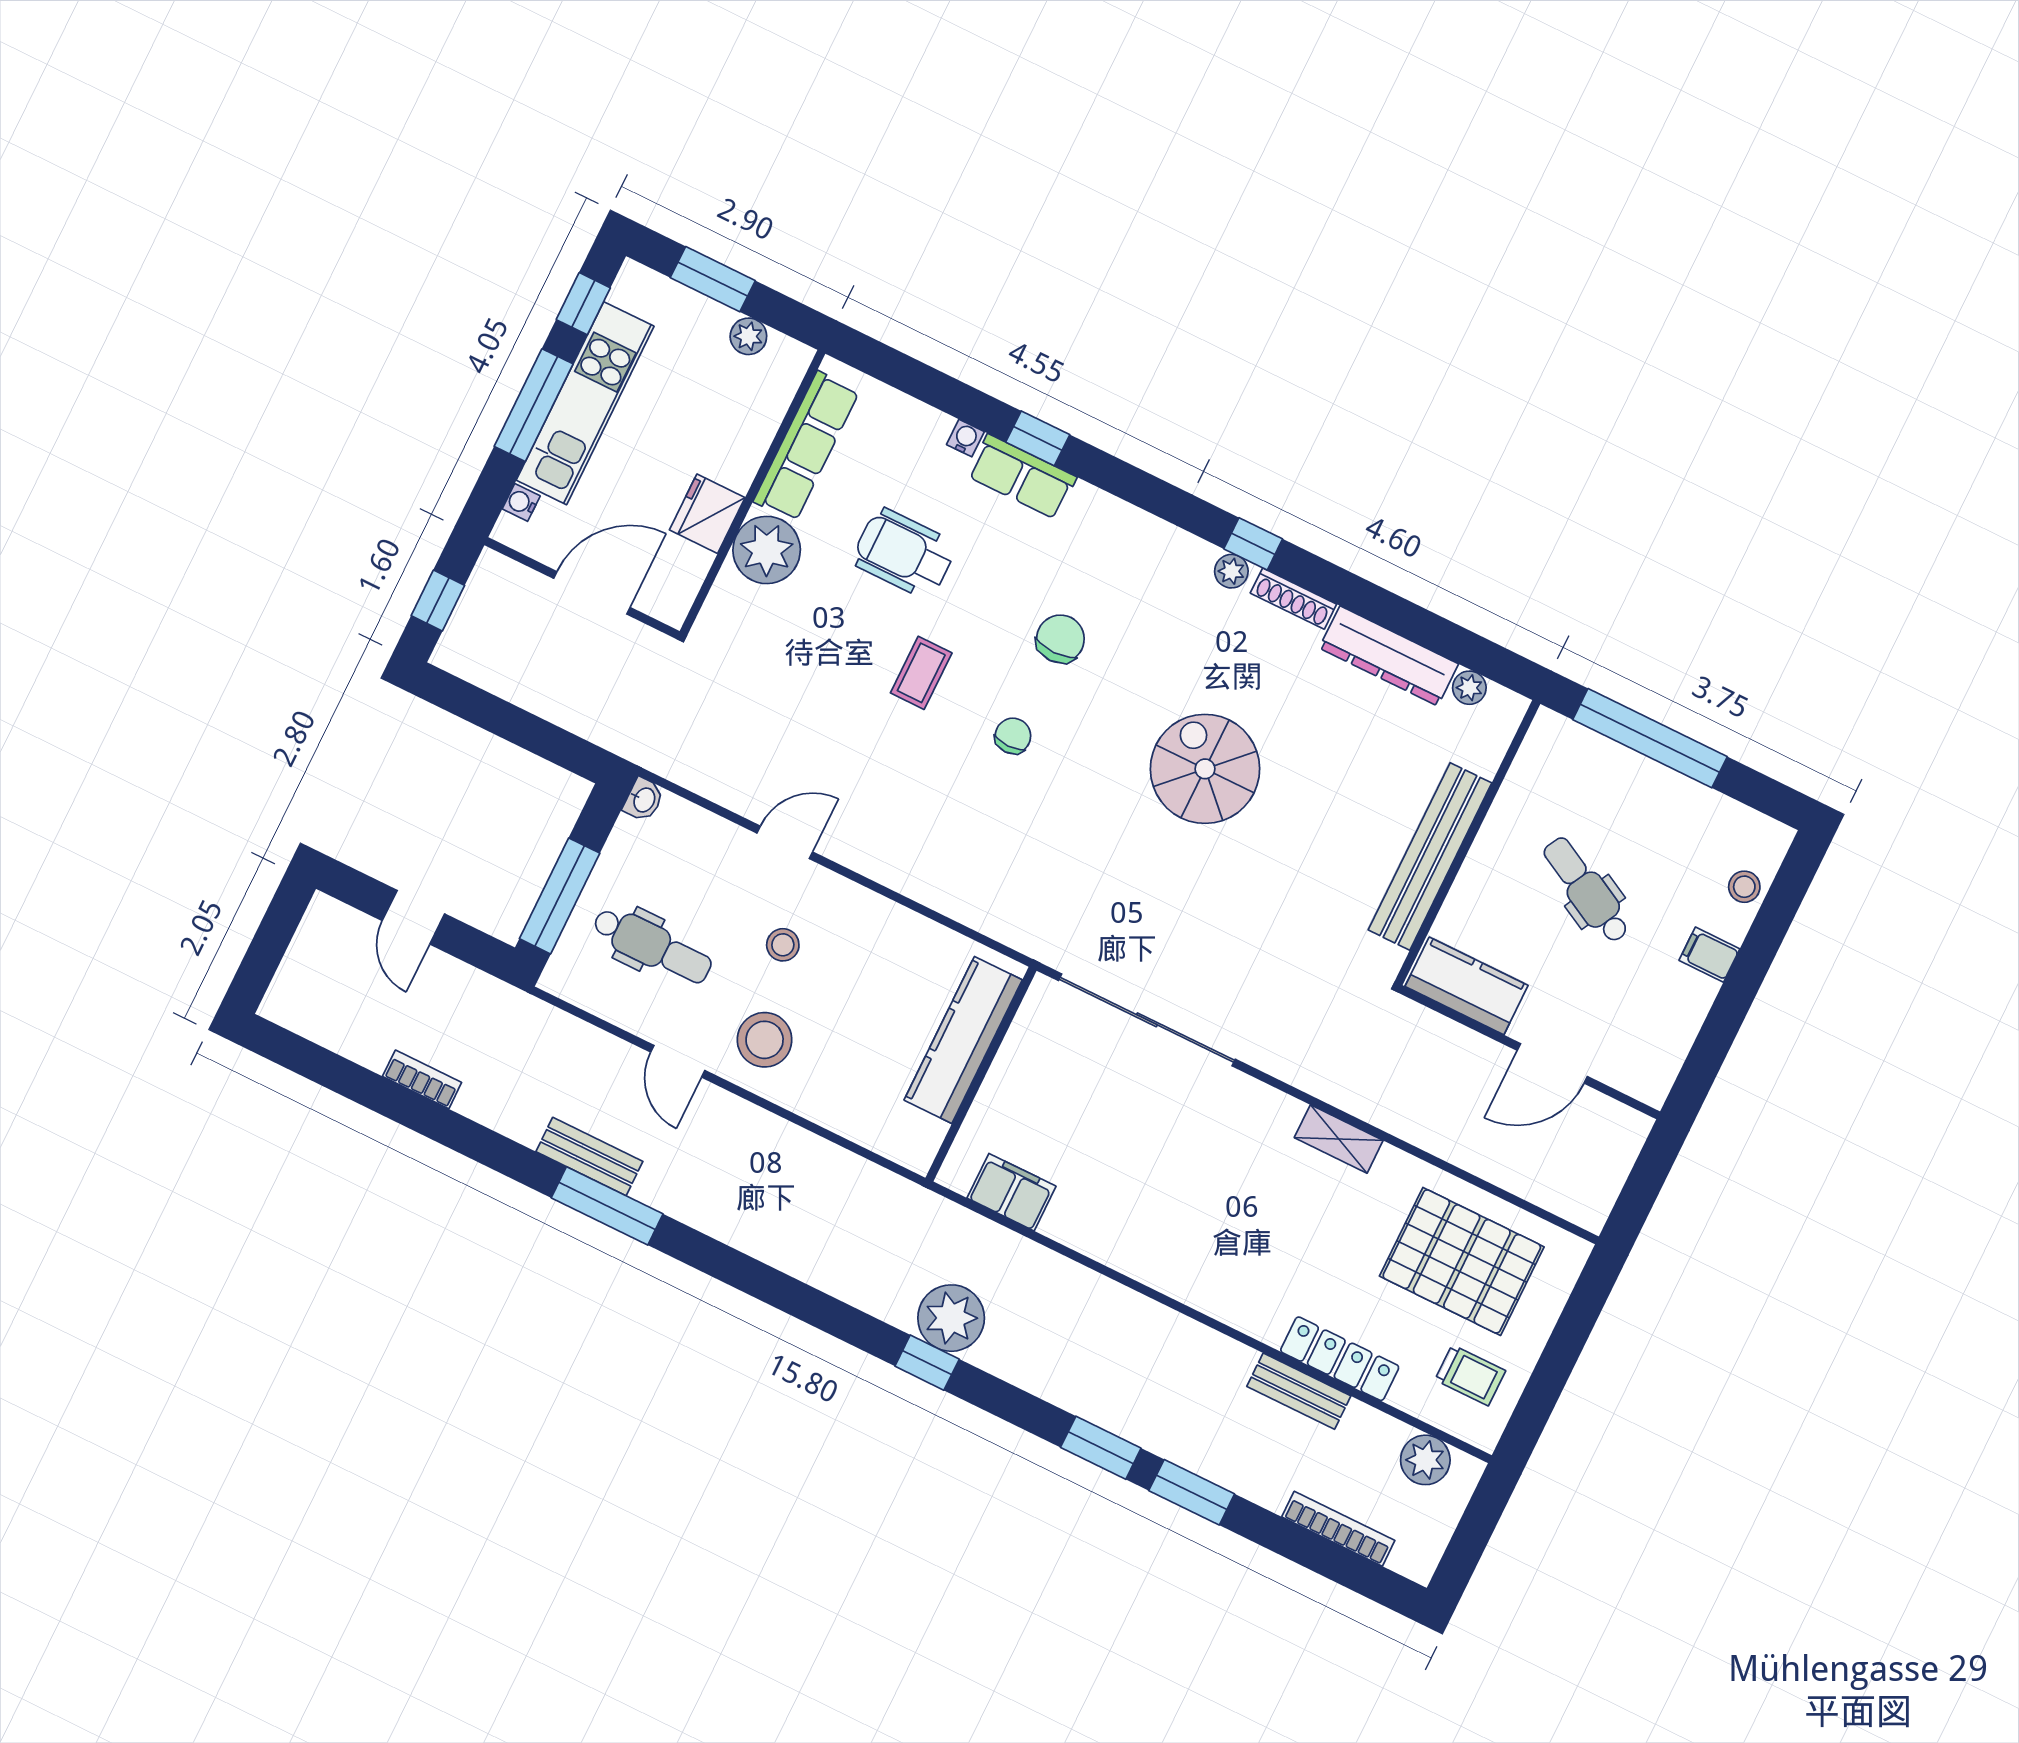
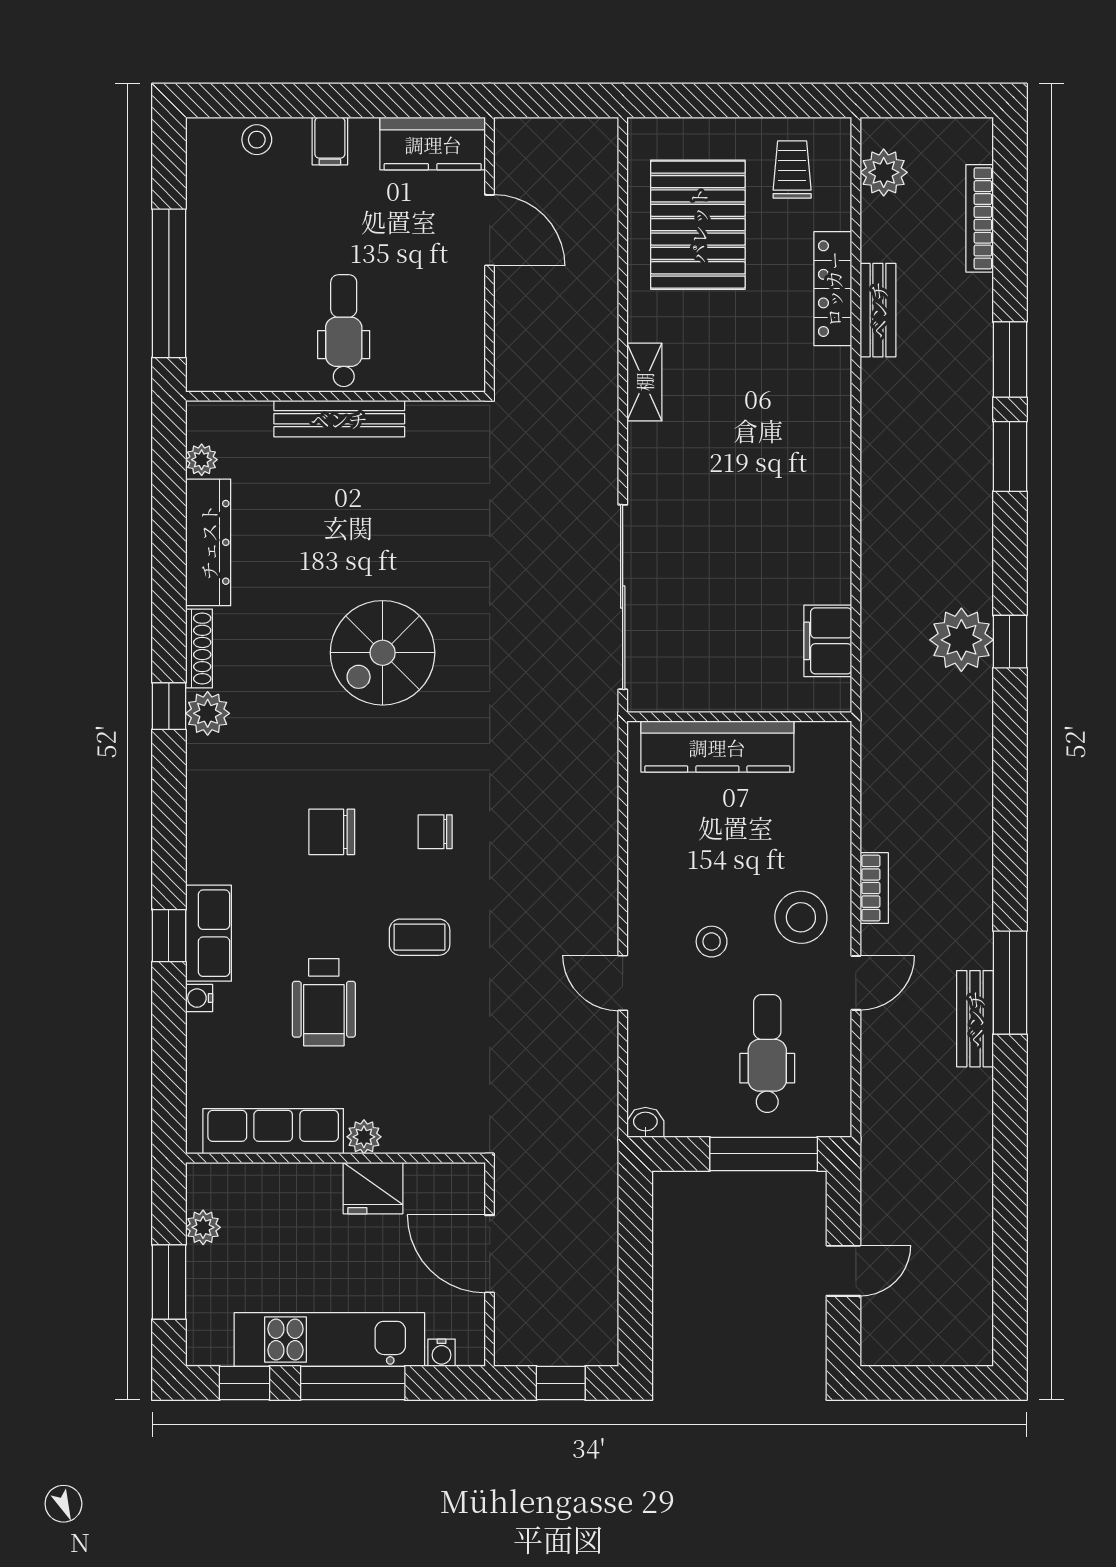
plant: (767, 550) -> (364, 1137), width x0.53, depth x0.53
plant: (1231, 571) -> (208, 713), width x1.38, depth x1.38
bench: (1430, 856) -> (339, 419), width x0.73, depth x0.82
dental chair: (1586, 890) -> (344, 331), moved, turned 152
kitchen counter: (1467, 986) -> (433, 144), moved, turned -90
bookcase: (422, 1079) -> (874, 888), moved, turned 180

